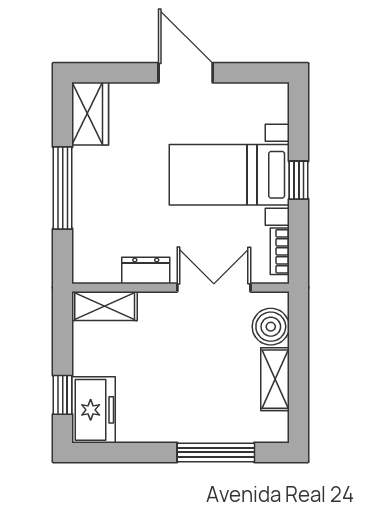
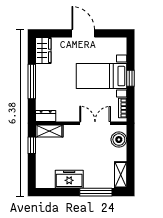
dresser: (146, 270) -> (46, 116), moved
shelving: (275, 379) -> (121, 175), moved
window: (63, 395) -> (32, 145), moved
freezer: (94, 410) -> (69, 179), moved, turned -90

